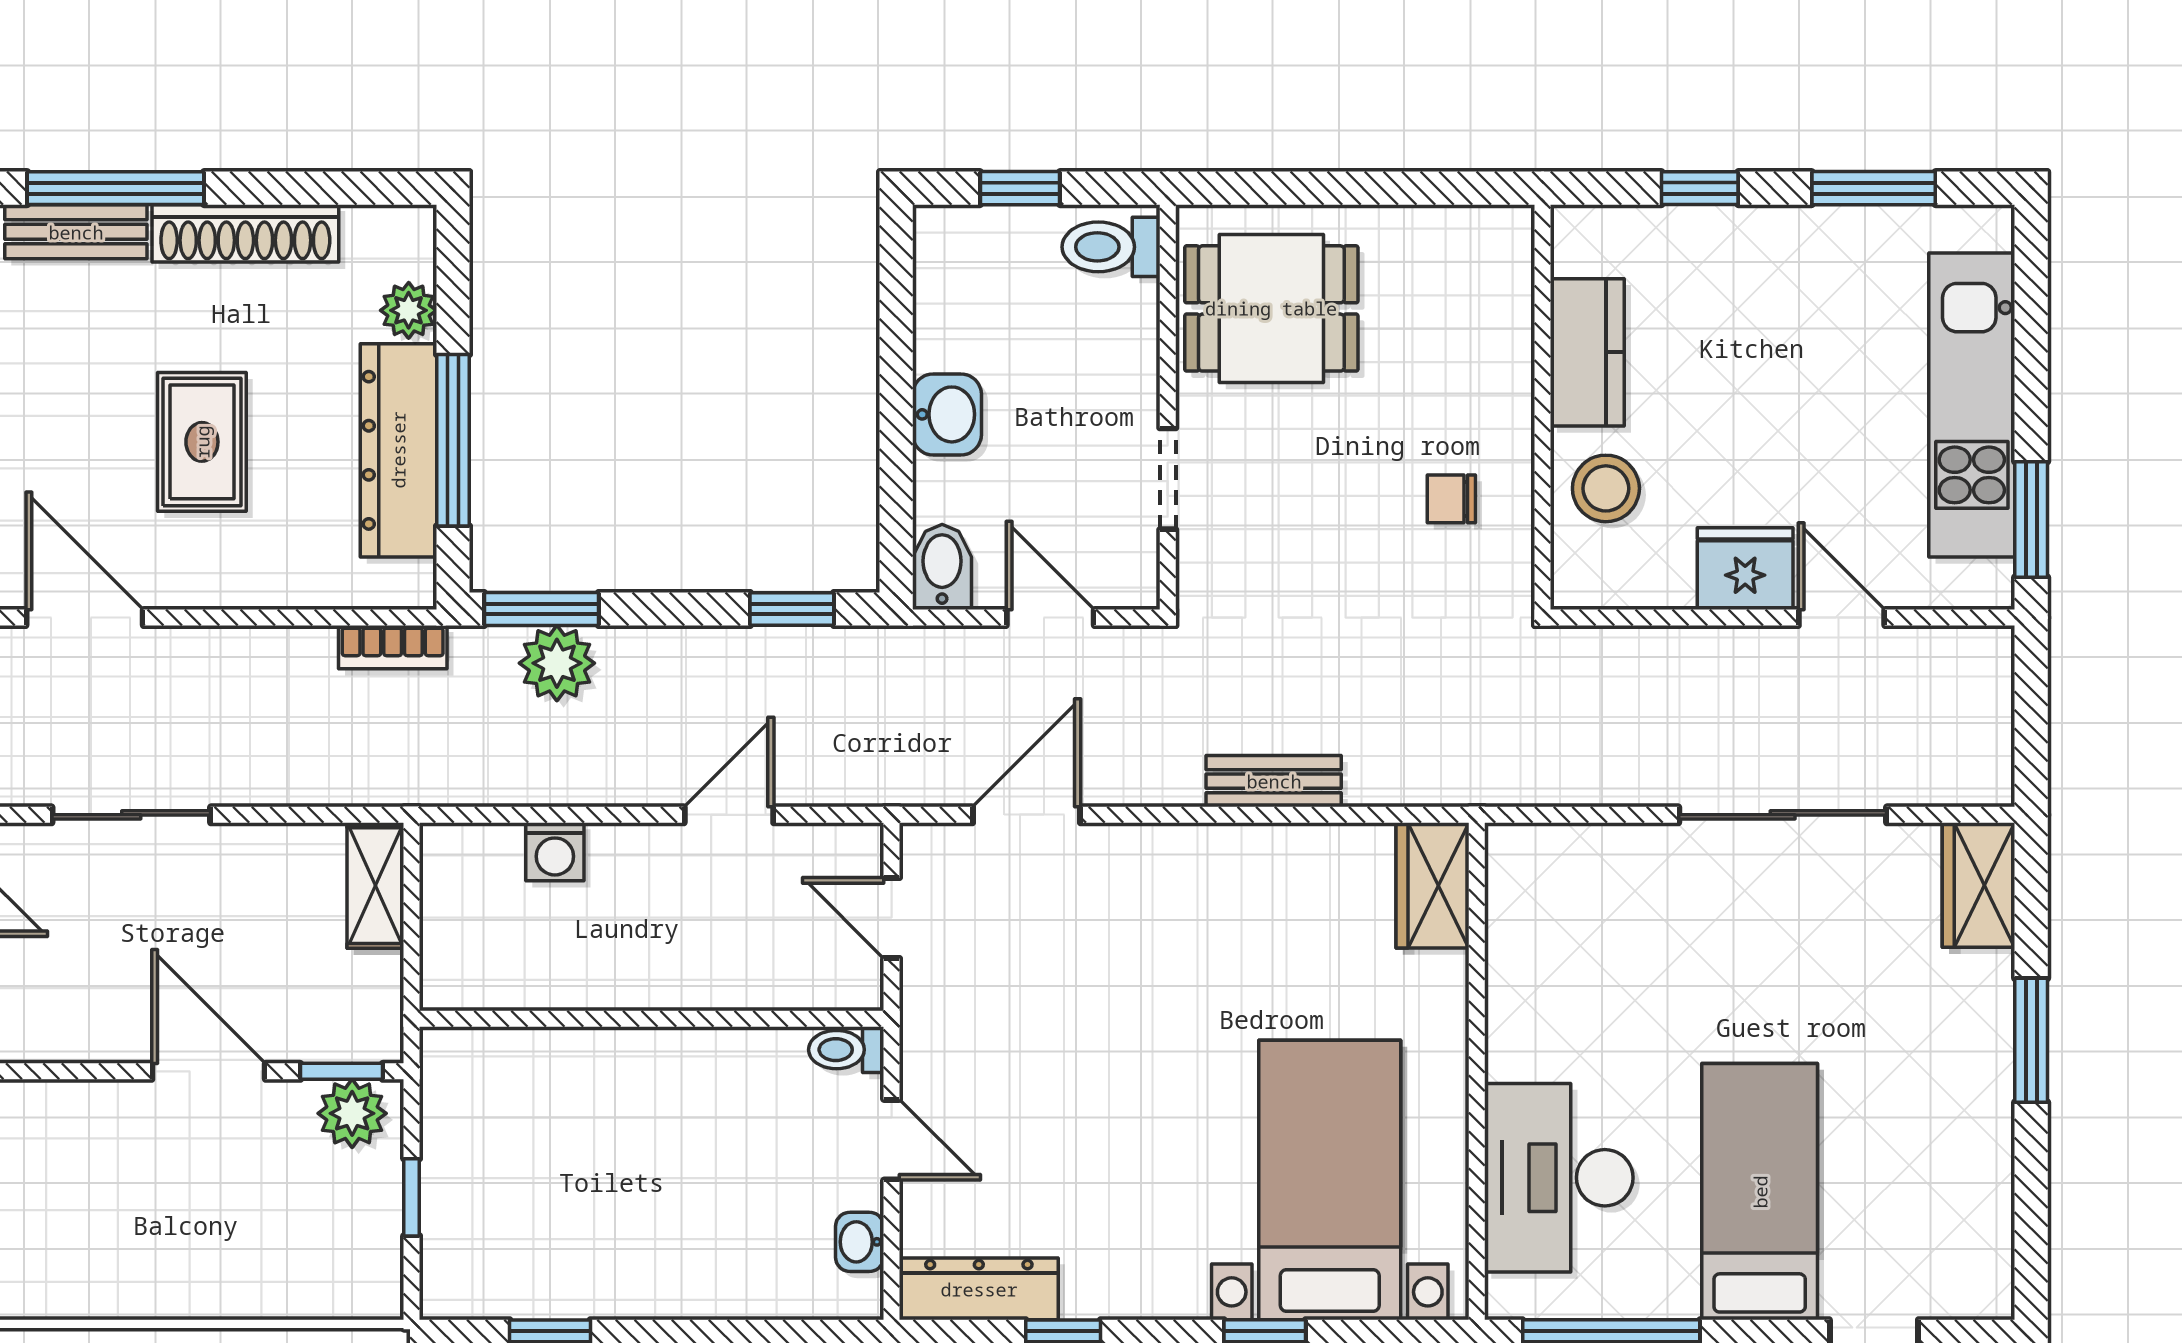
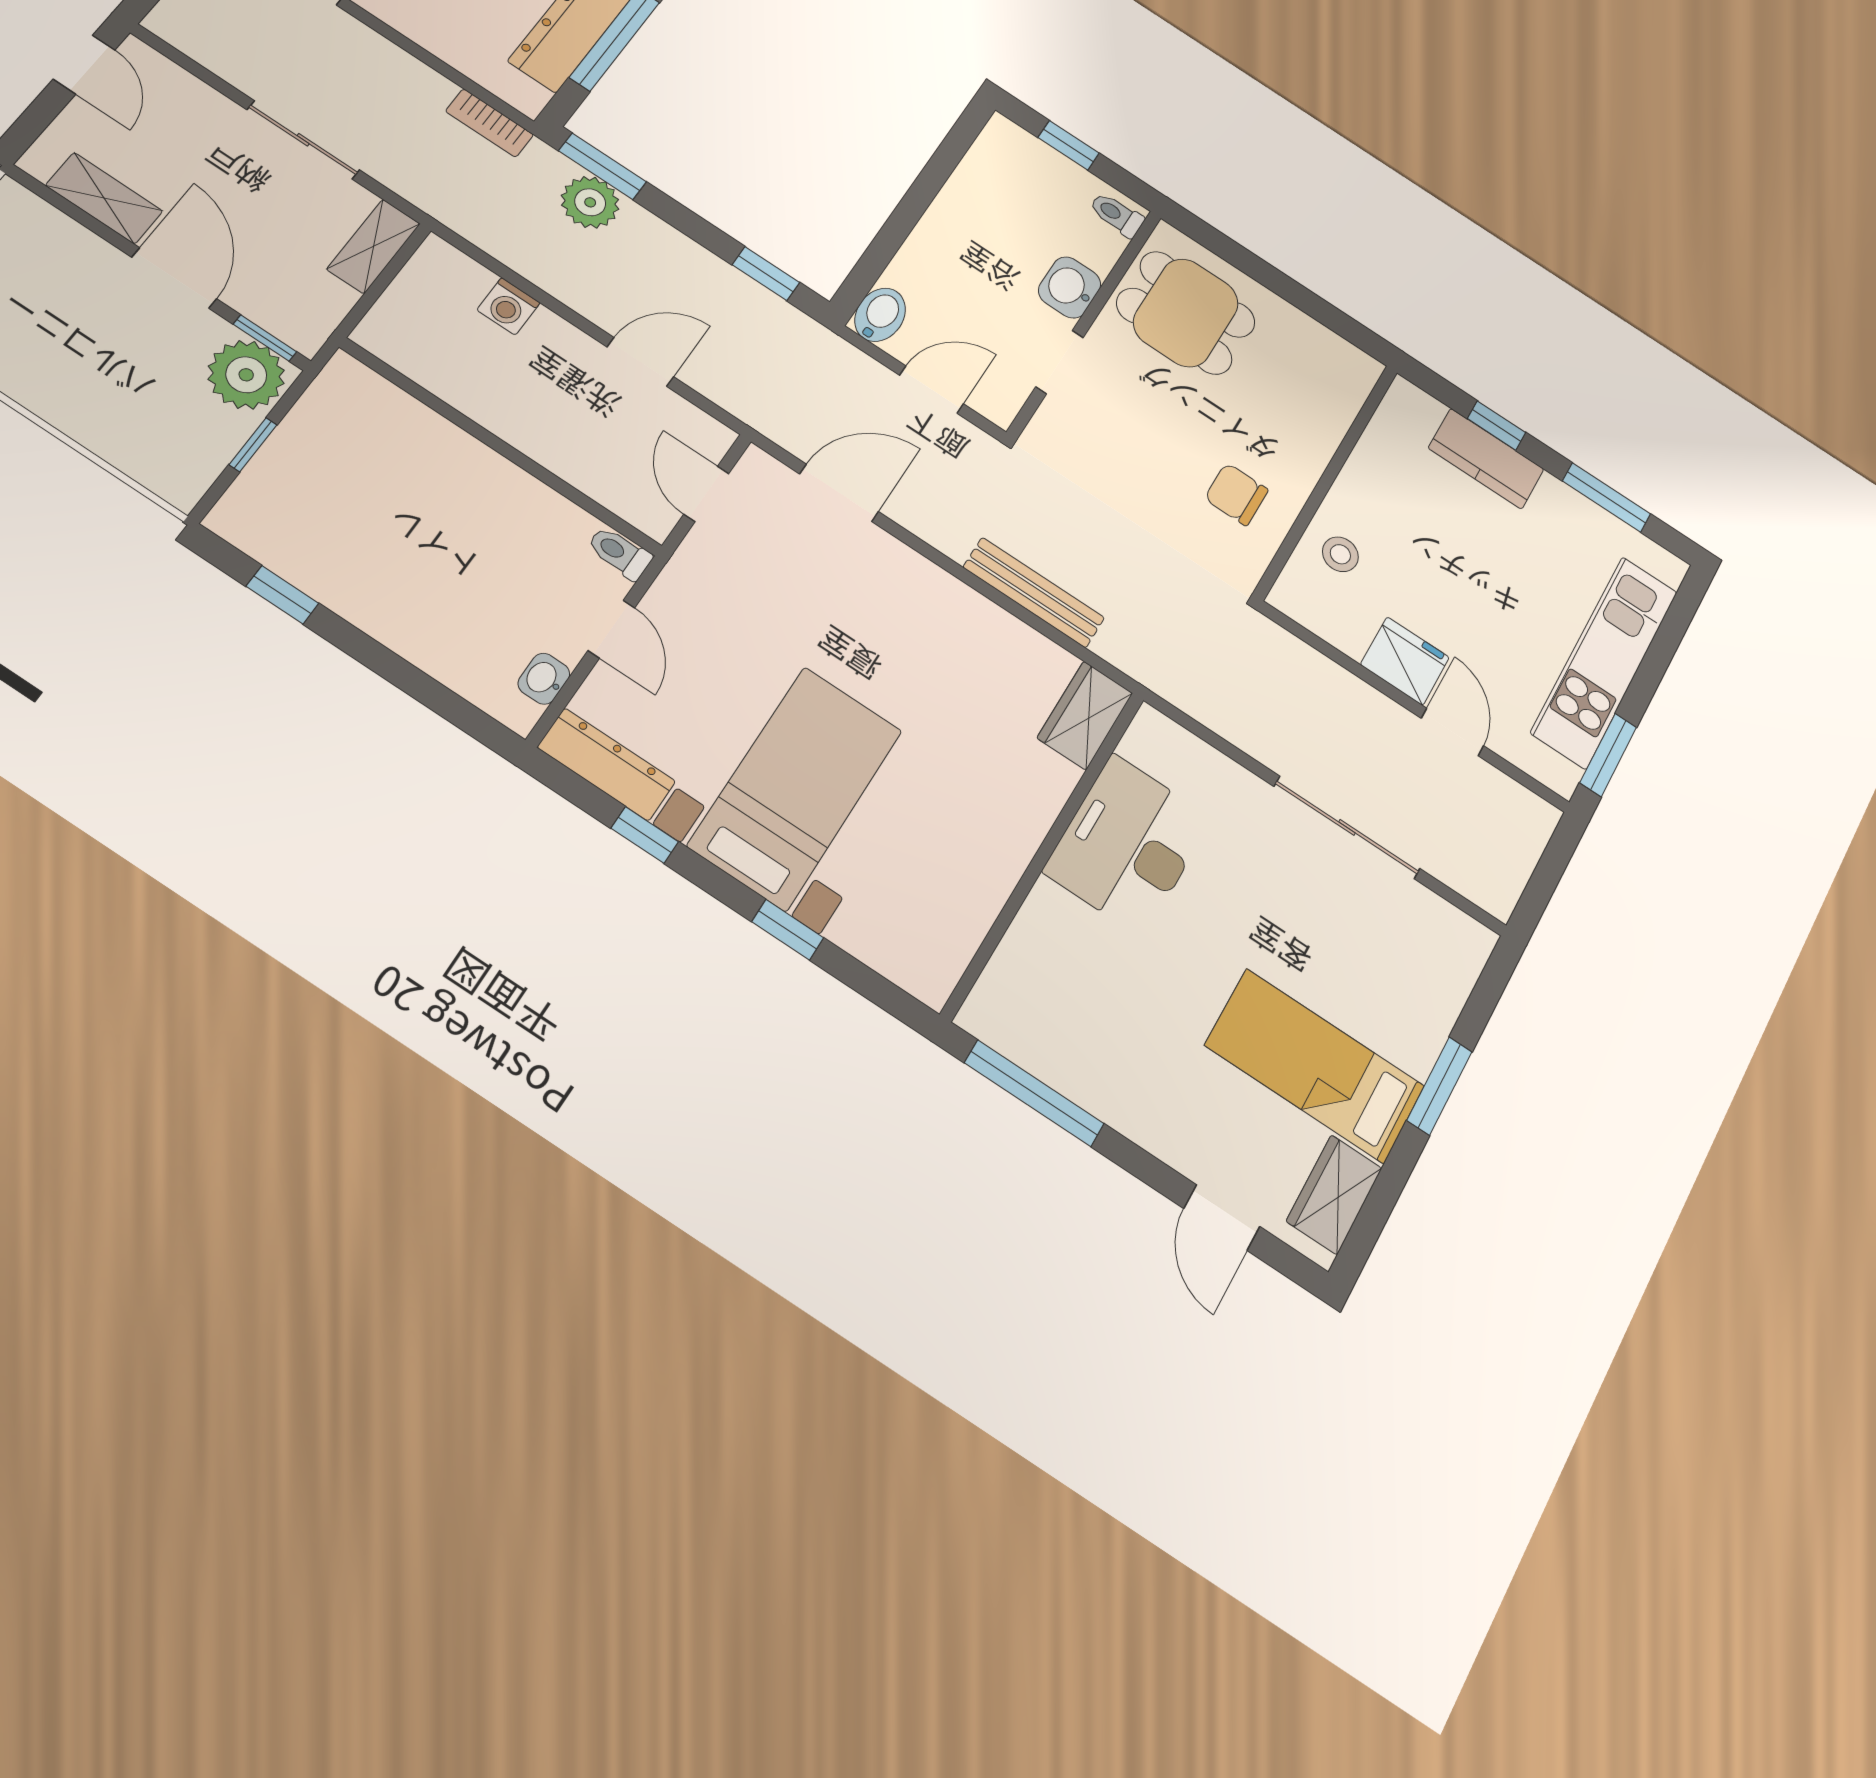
toilet: (1111, 247) -> (1117, 215), width x0.73, depth x0.72
kitchen counter: (1587, 352) -> (1486, 459), moved, turned 90
washbasin: (947, 414) -> (1070, 287), moved, turned 180
stool: (1606, 488) -> (1340, 554), width x0.73, depth x0.73
chair: (1451, 499) -> (1236, 494), width x1.37, depth x1.37
door: (1050, 618) -> (932, 390), hinge flipped
bench: (1274, 781) -> (1034, 593), width x1.36
sliding door: (131, 815) -> (303, 140), moved
wardrobe: (1979, 885) -> (1334, 1195), moved
shelving: (79, 1034) -> (104, 198), added
plant: (352, 1113) -> (246, 375), width x1.36, depth x1.36
desk: (1559, 1178) -> (1128, 845), moved
bed with nightstands: (1330, 1180) -> (795, 788), moved
bed: (1760, 1192) -> (1315, 1066), moved, turned -90

